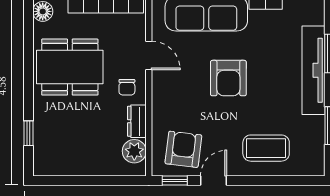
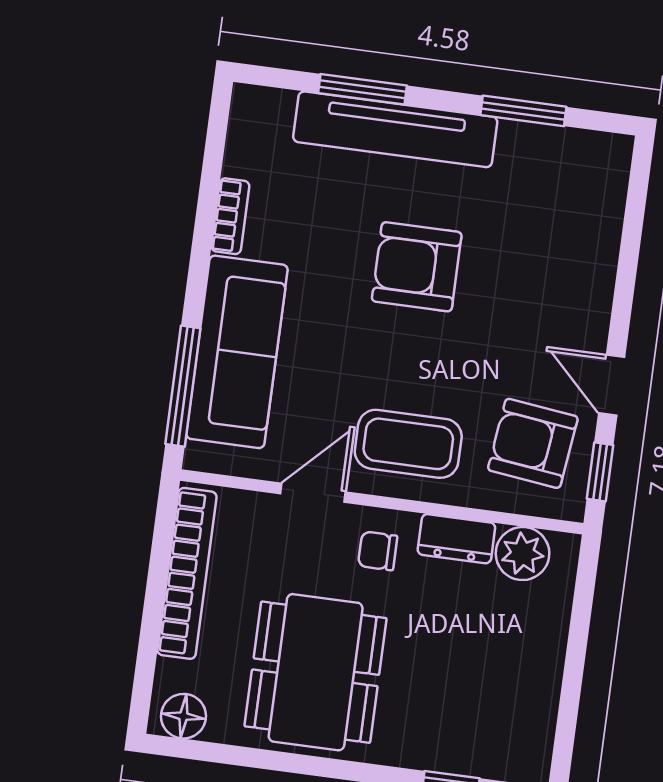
armchair: (228, 78) -> (417, 267), moved, turned 180
chair: (127, 87) -> (378, 551), turned 180
coffee table: (266, 148) -> (408, 444), moved, turned 90

